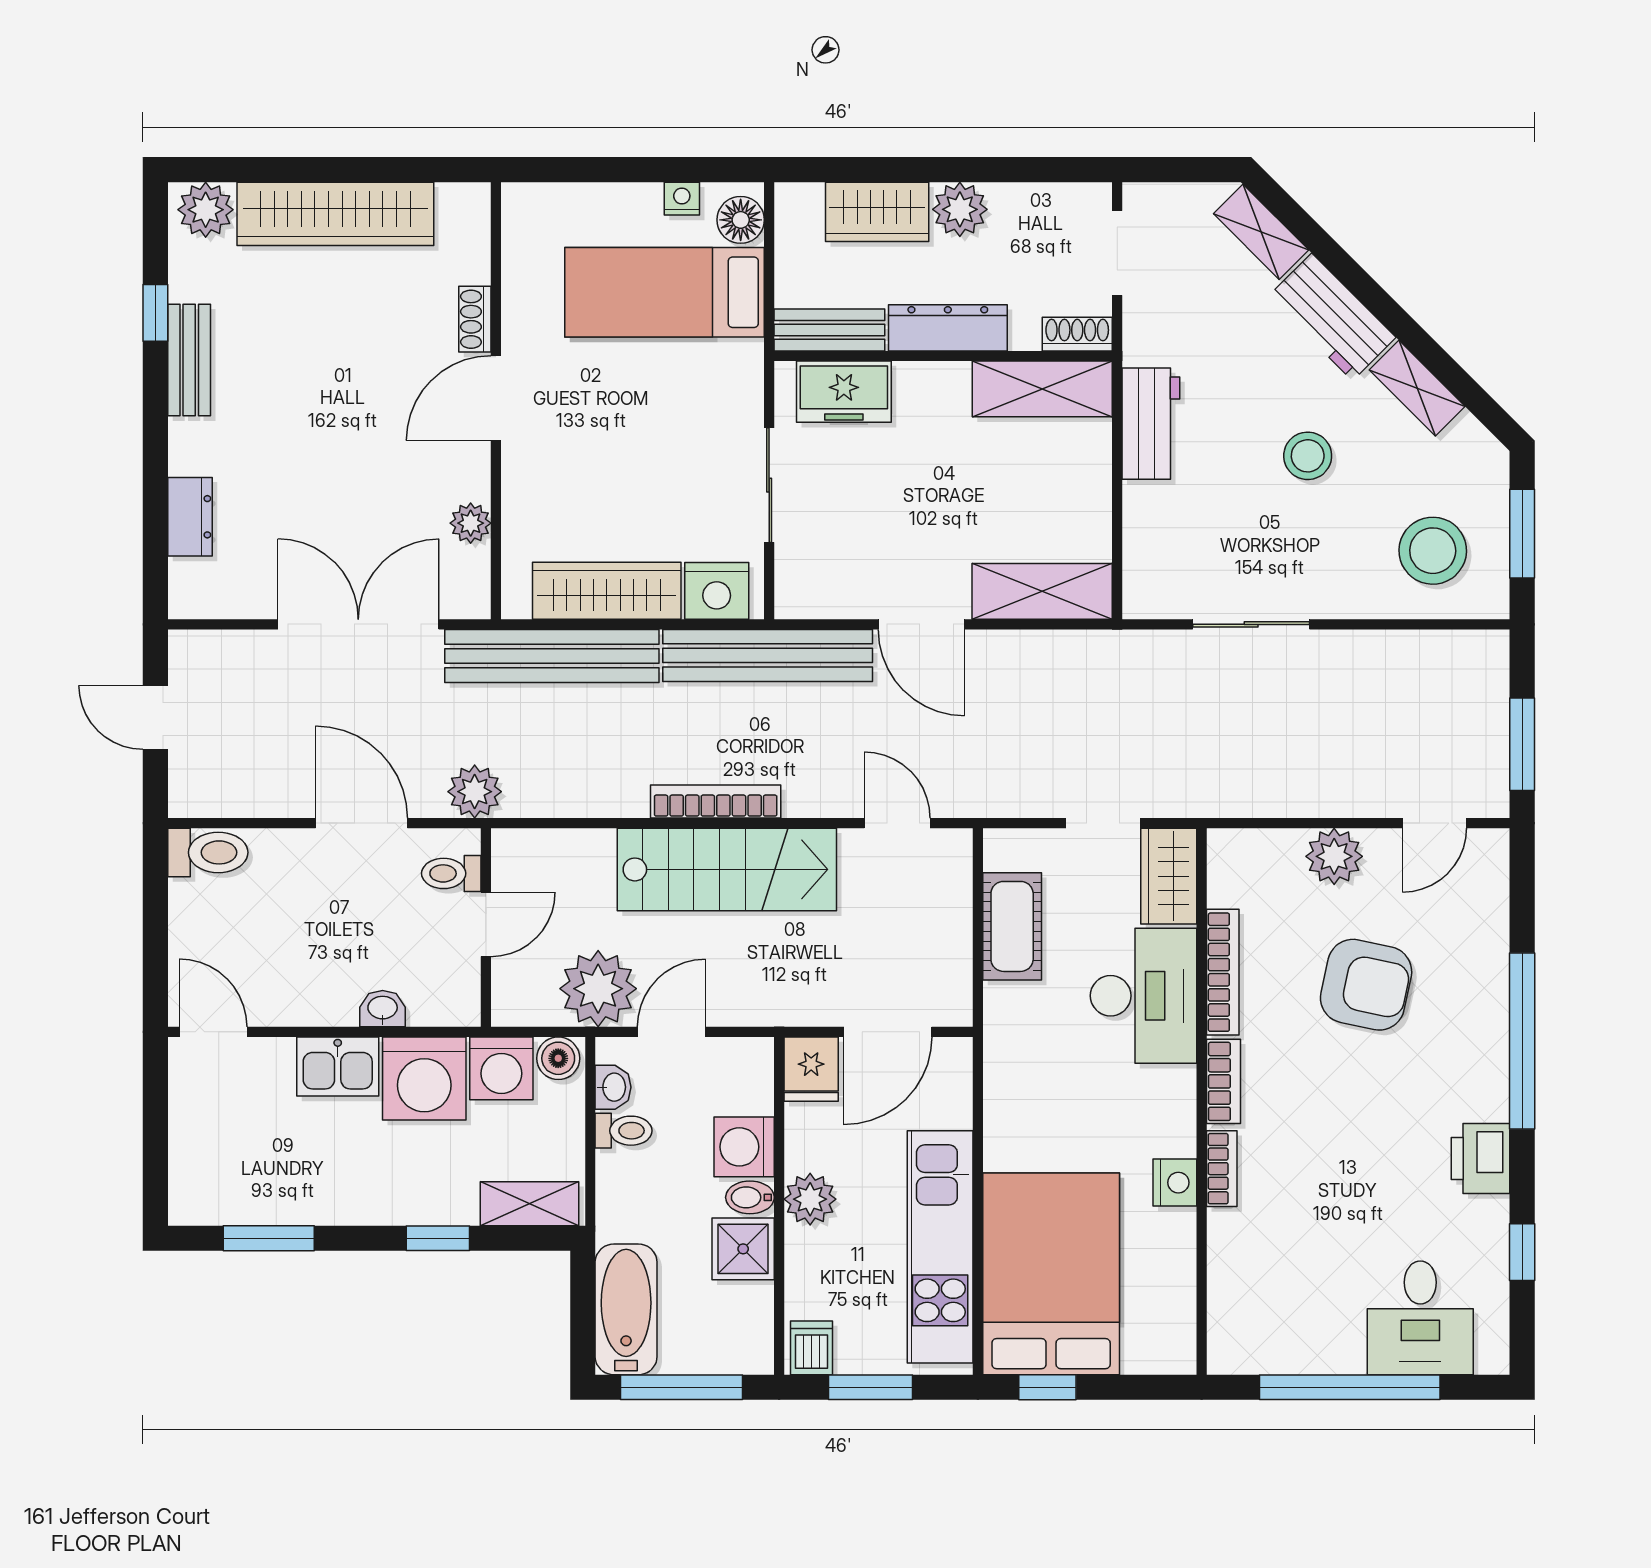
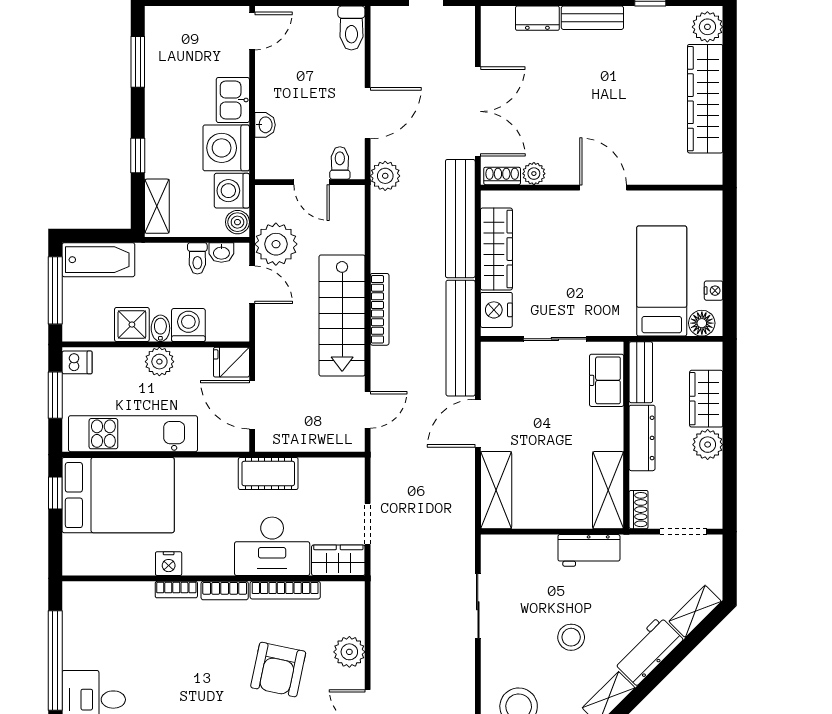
shoe rack: (475, 319) -> (502, 176), moved
bench: (189, 360) -> (592, 18), moved
cot: (1012, 926) -> (268, 473), moved

